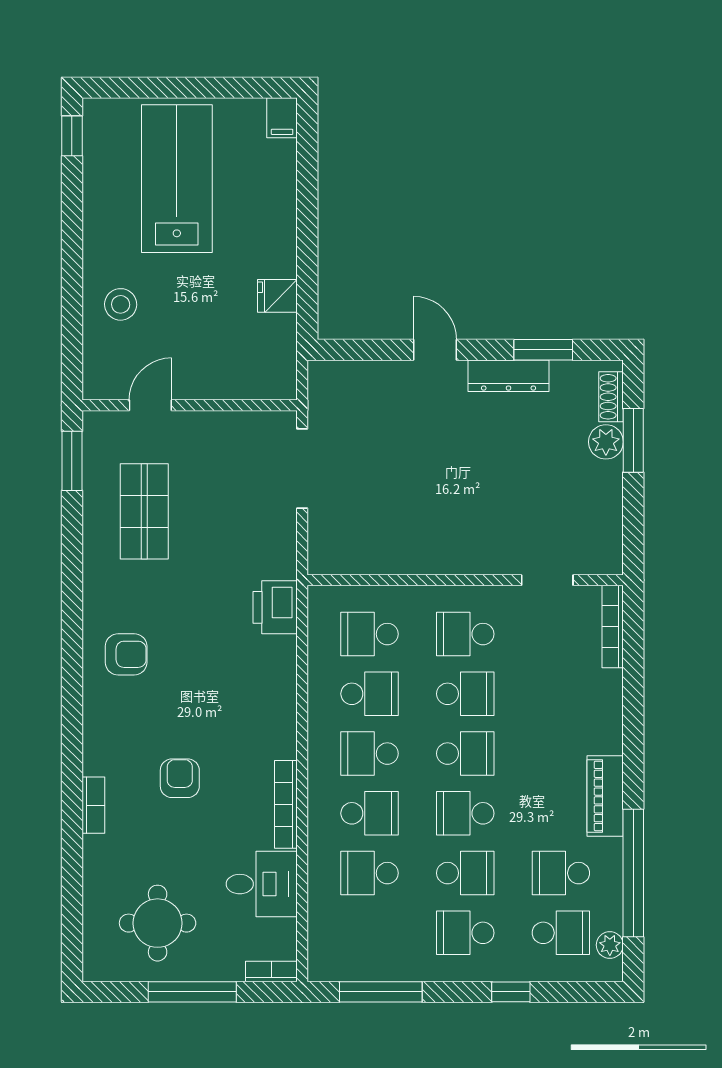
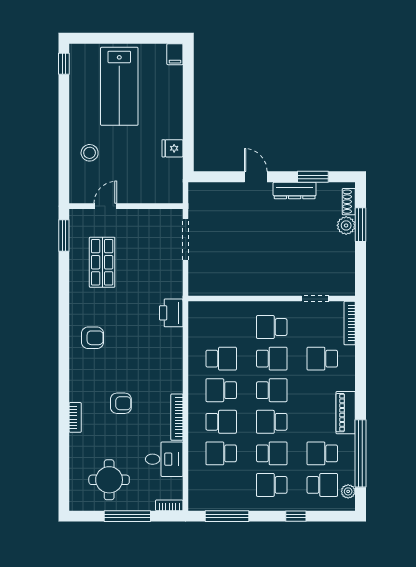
lab bench: (177, 179) -> (119, 86), turned 180
school desk: (370, 634) -> (322, 359), moved
armchair: (180, 778) -> (121, 403), turned 90

